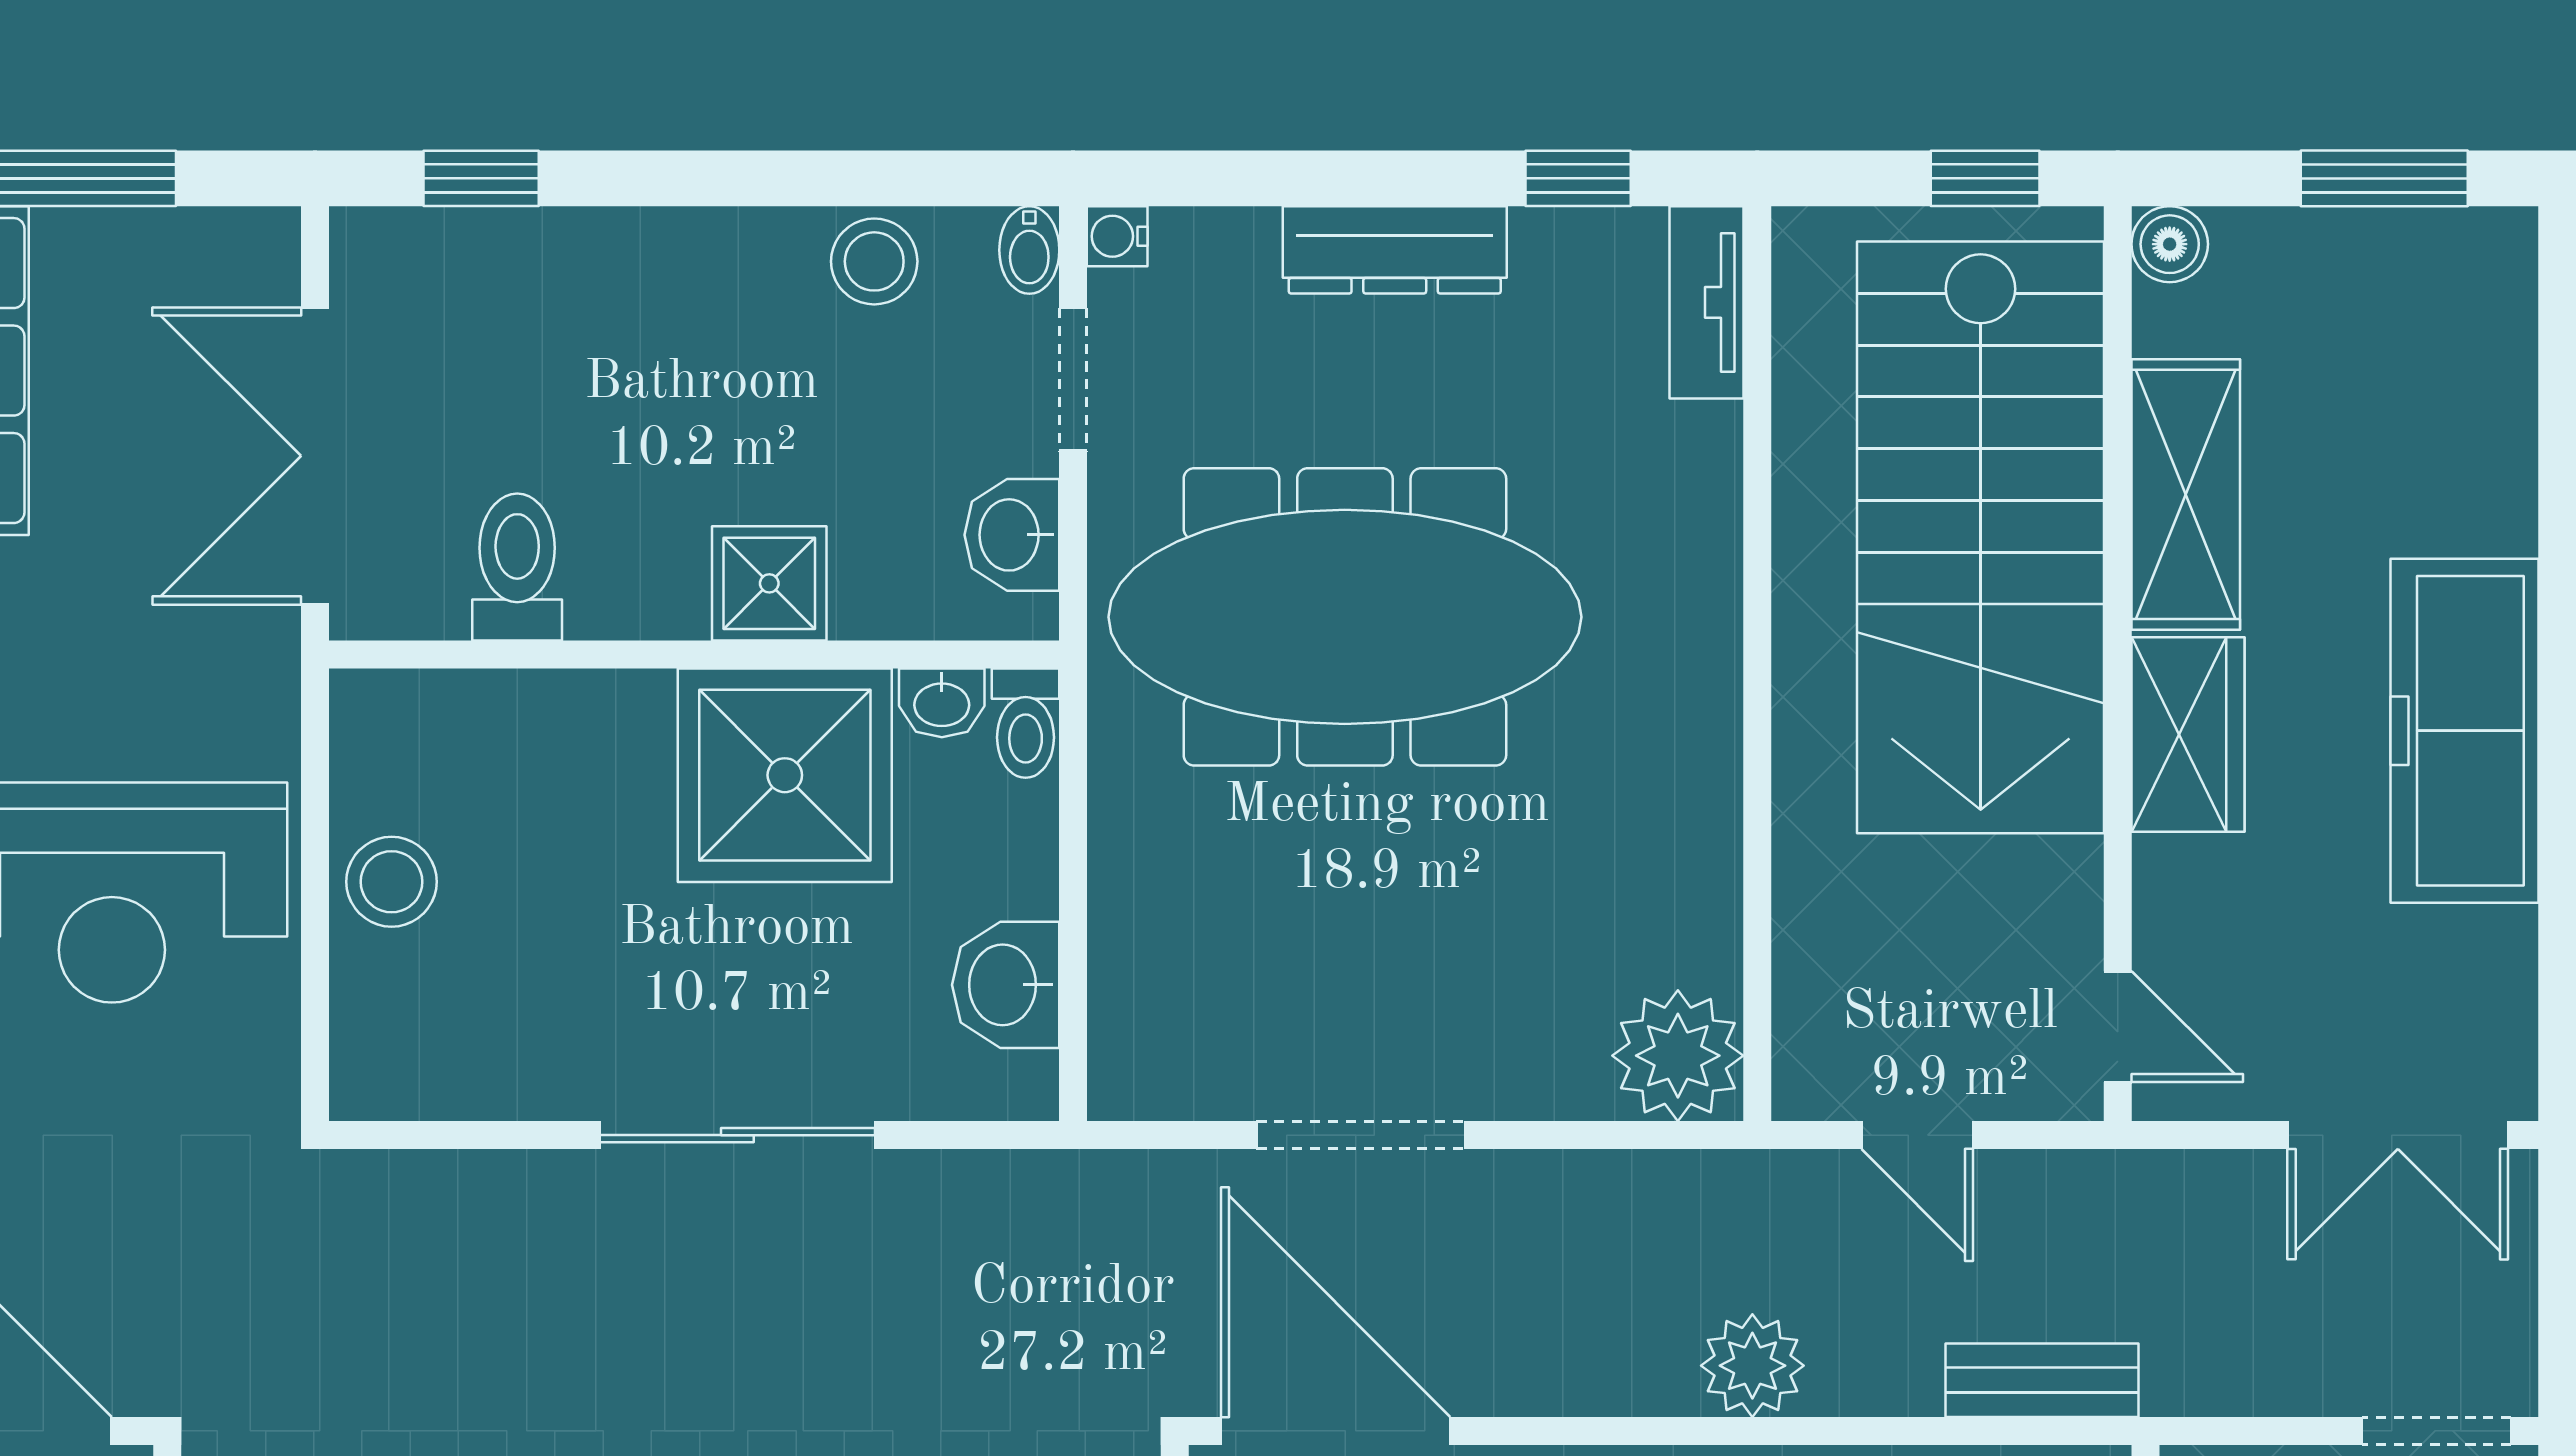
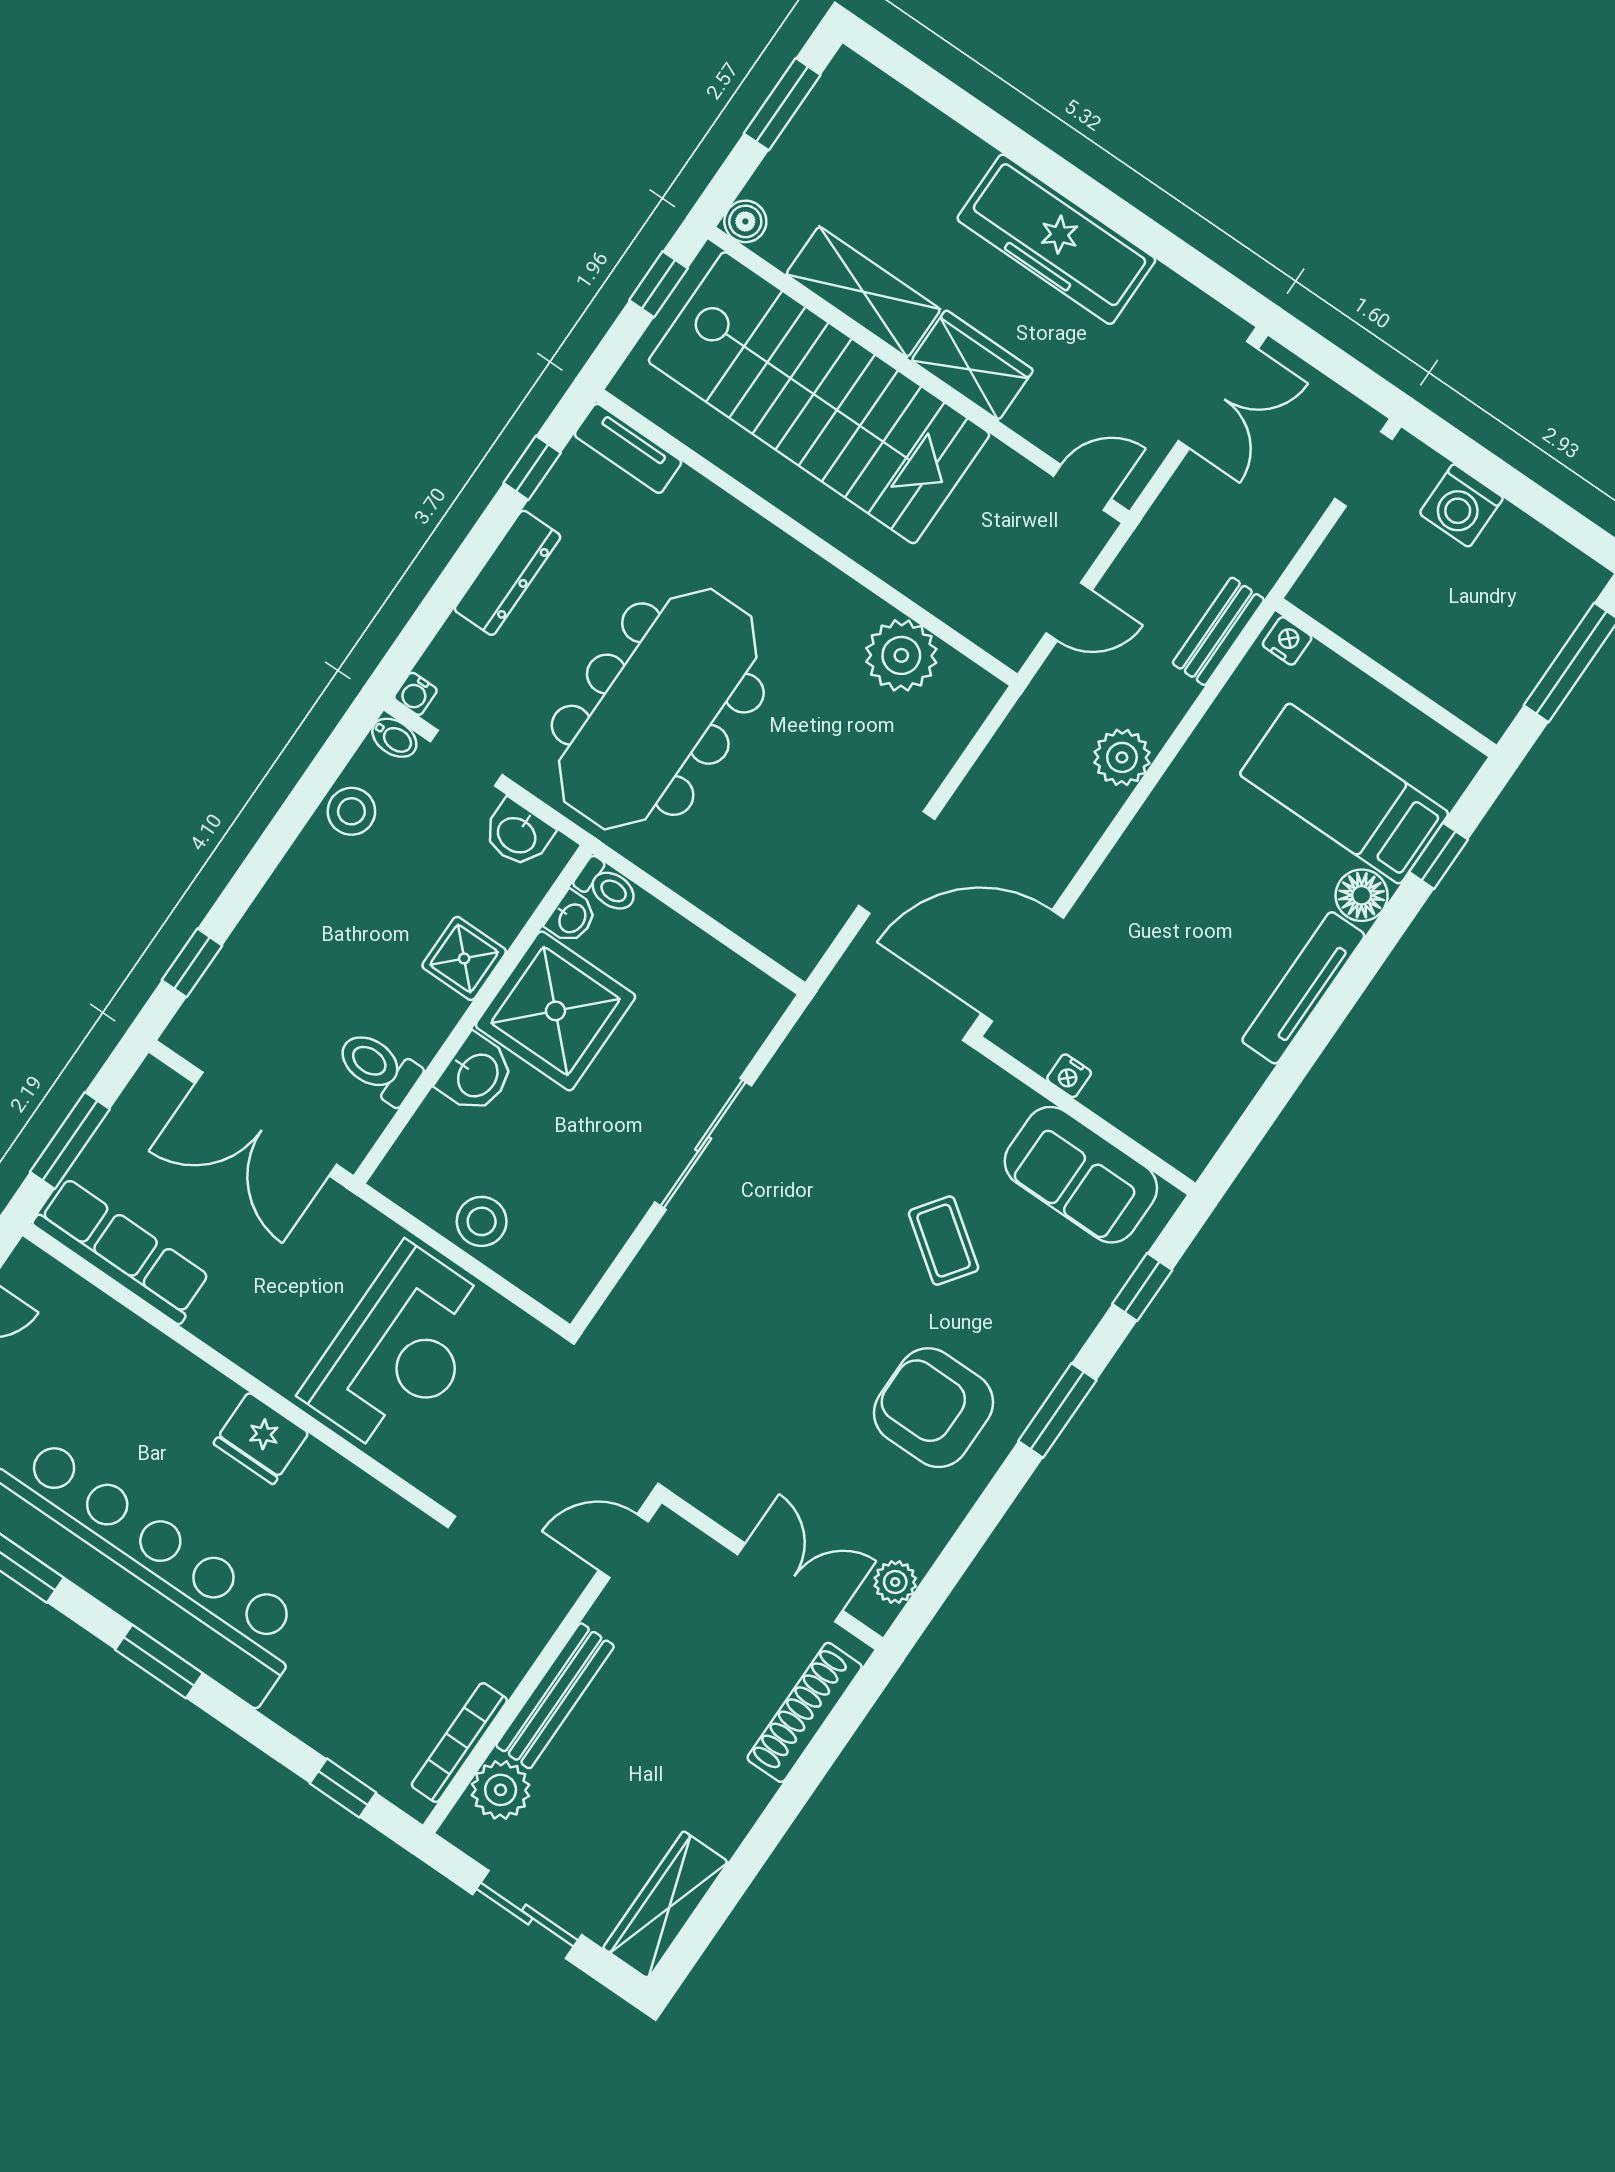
washbasin: (1006, 985) -> (476, 1074), moved, turned -90
plant: (1678, 1056) -> (901, 655), moved

